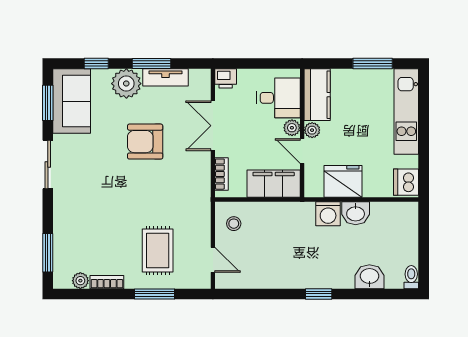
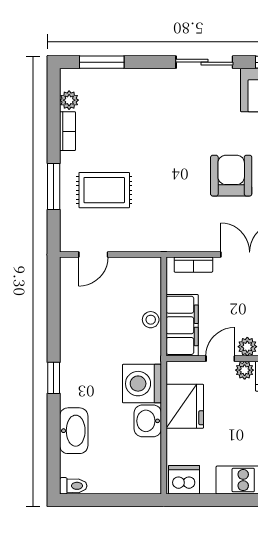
washing machine: (328, 214) -> (142, 384), width x1.37, depth x1.37
stool: (234, 224) -> (151, 320), moved
washbasin: (369, 277) -> (74, 431), width x1.38

